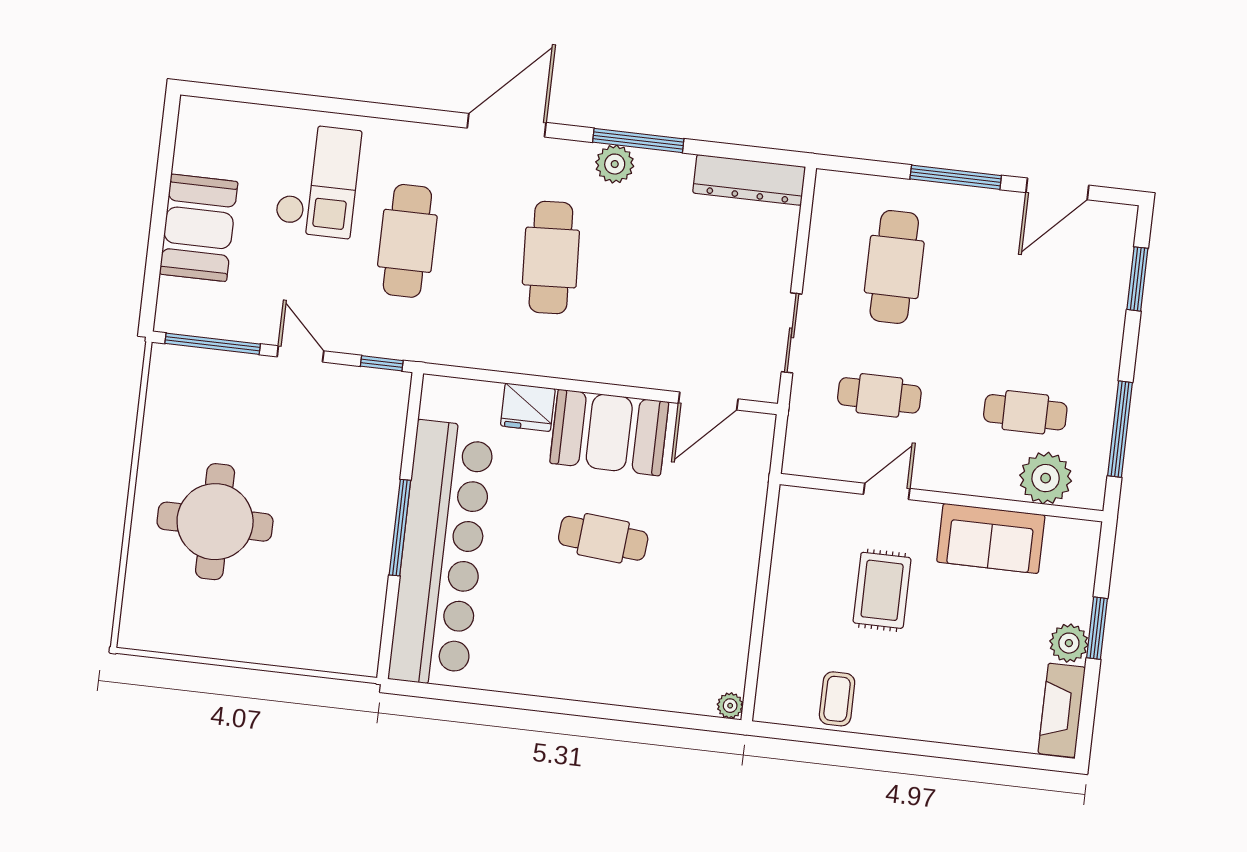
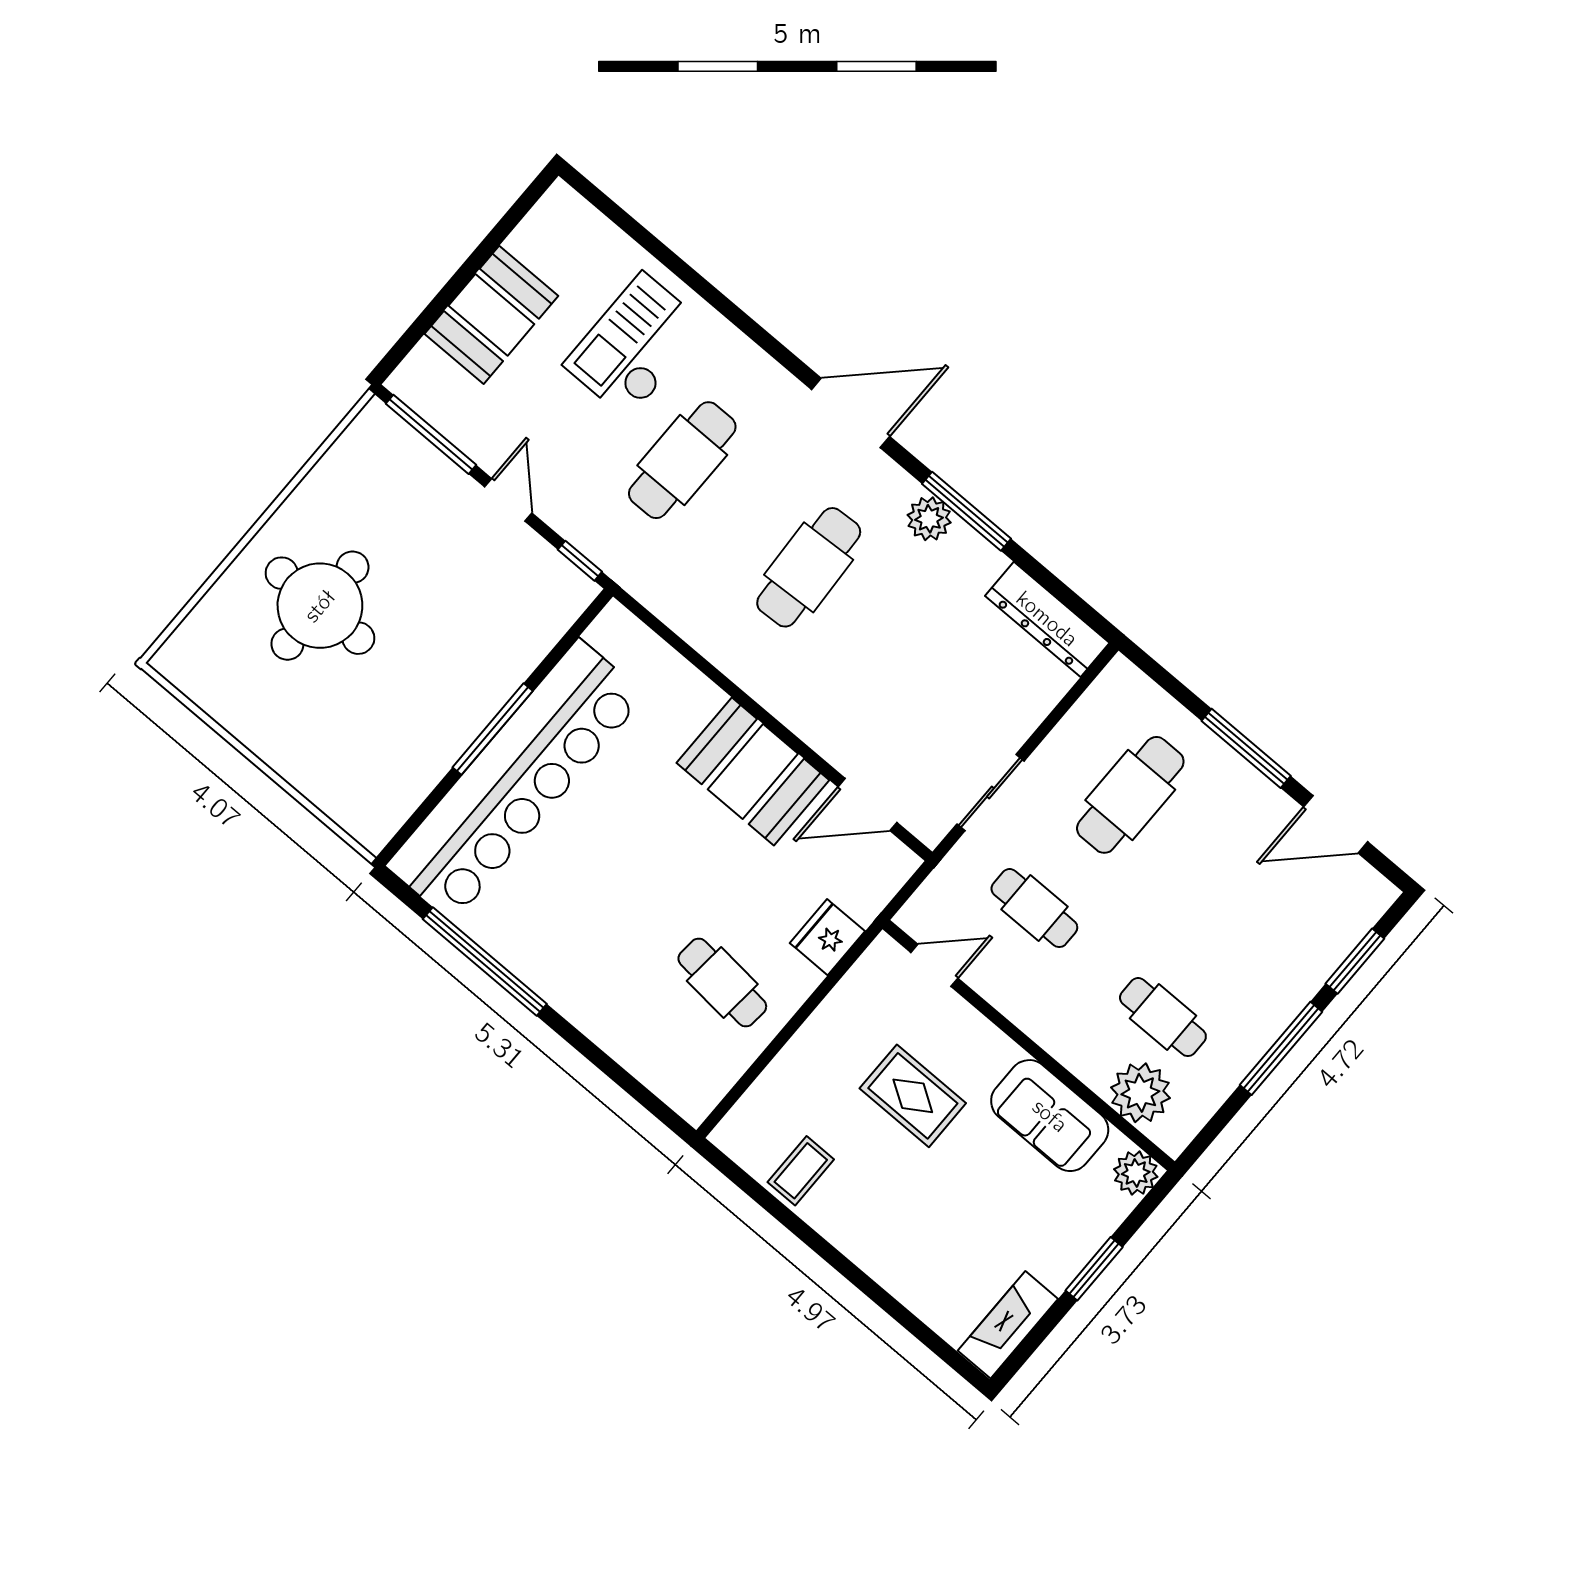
checkout: (318, 181) -> (635, 346), turned 180
fridge: (528, 407) -> (827, 937), moved, turned 90
window: (1120, 429) -> (1281, 1048), moved
door: (887, 491) -> (934, 965), moved
cafe table: (603, 538) -> (722, 983), moved
rug: (882, 590) -> (913, 1096), turned 90
plant: (1069, 643) -> (1136, 1173), moved
window: (507, 700) -> (485, 961), added
plant: (730, 706) -> (694, 1109), removed

